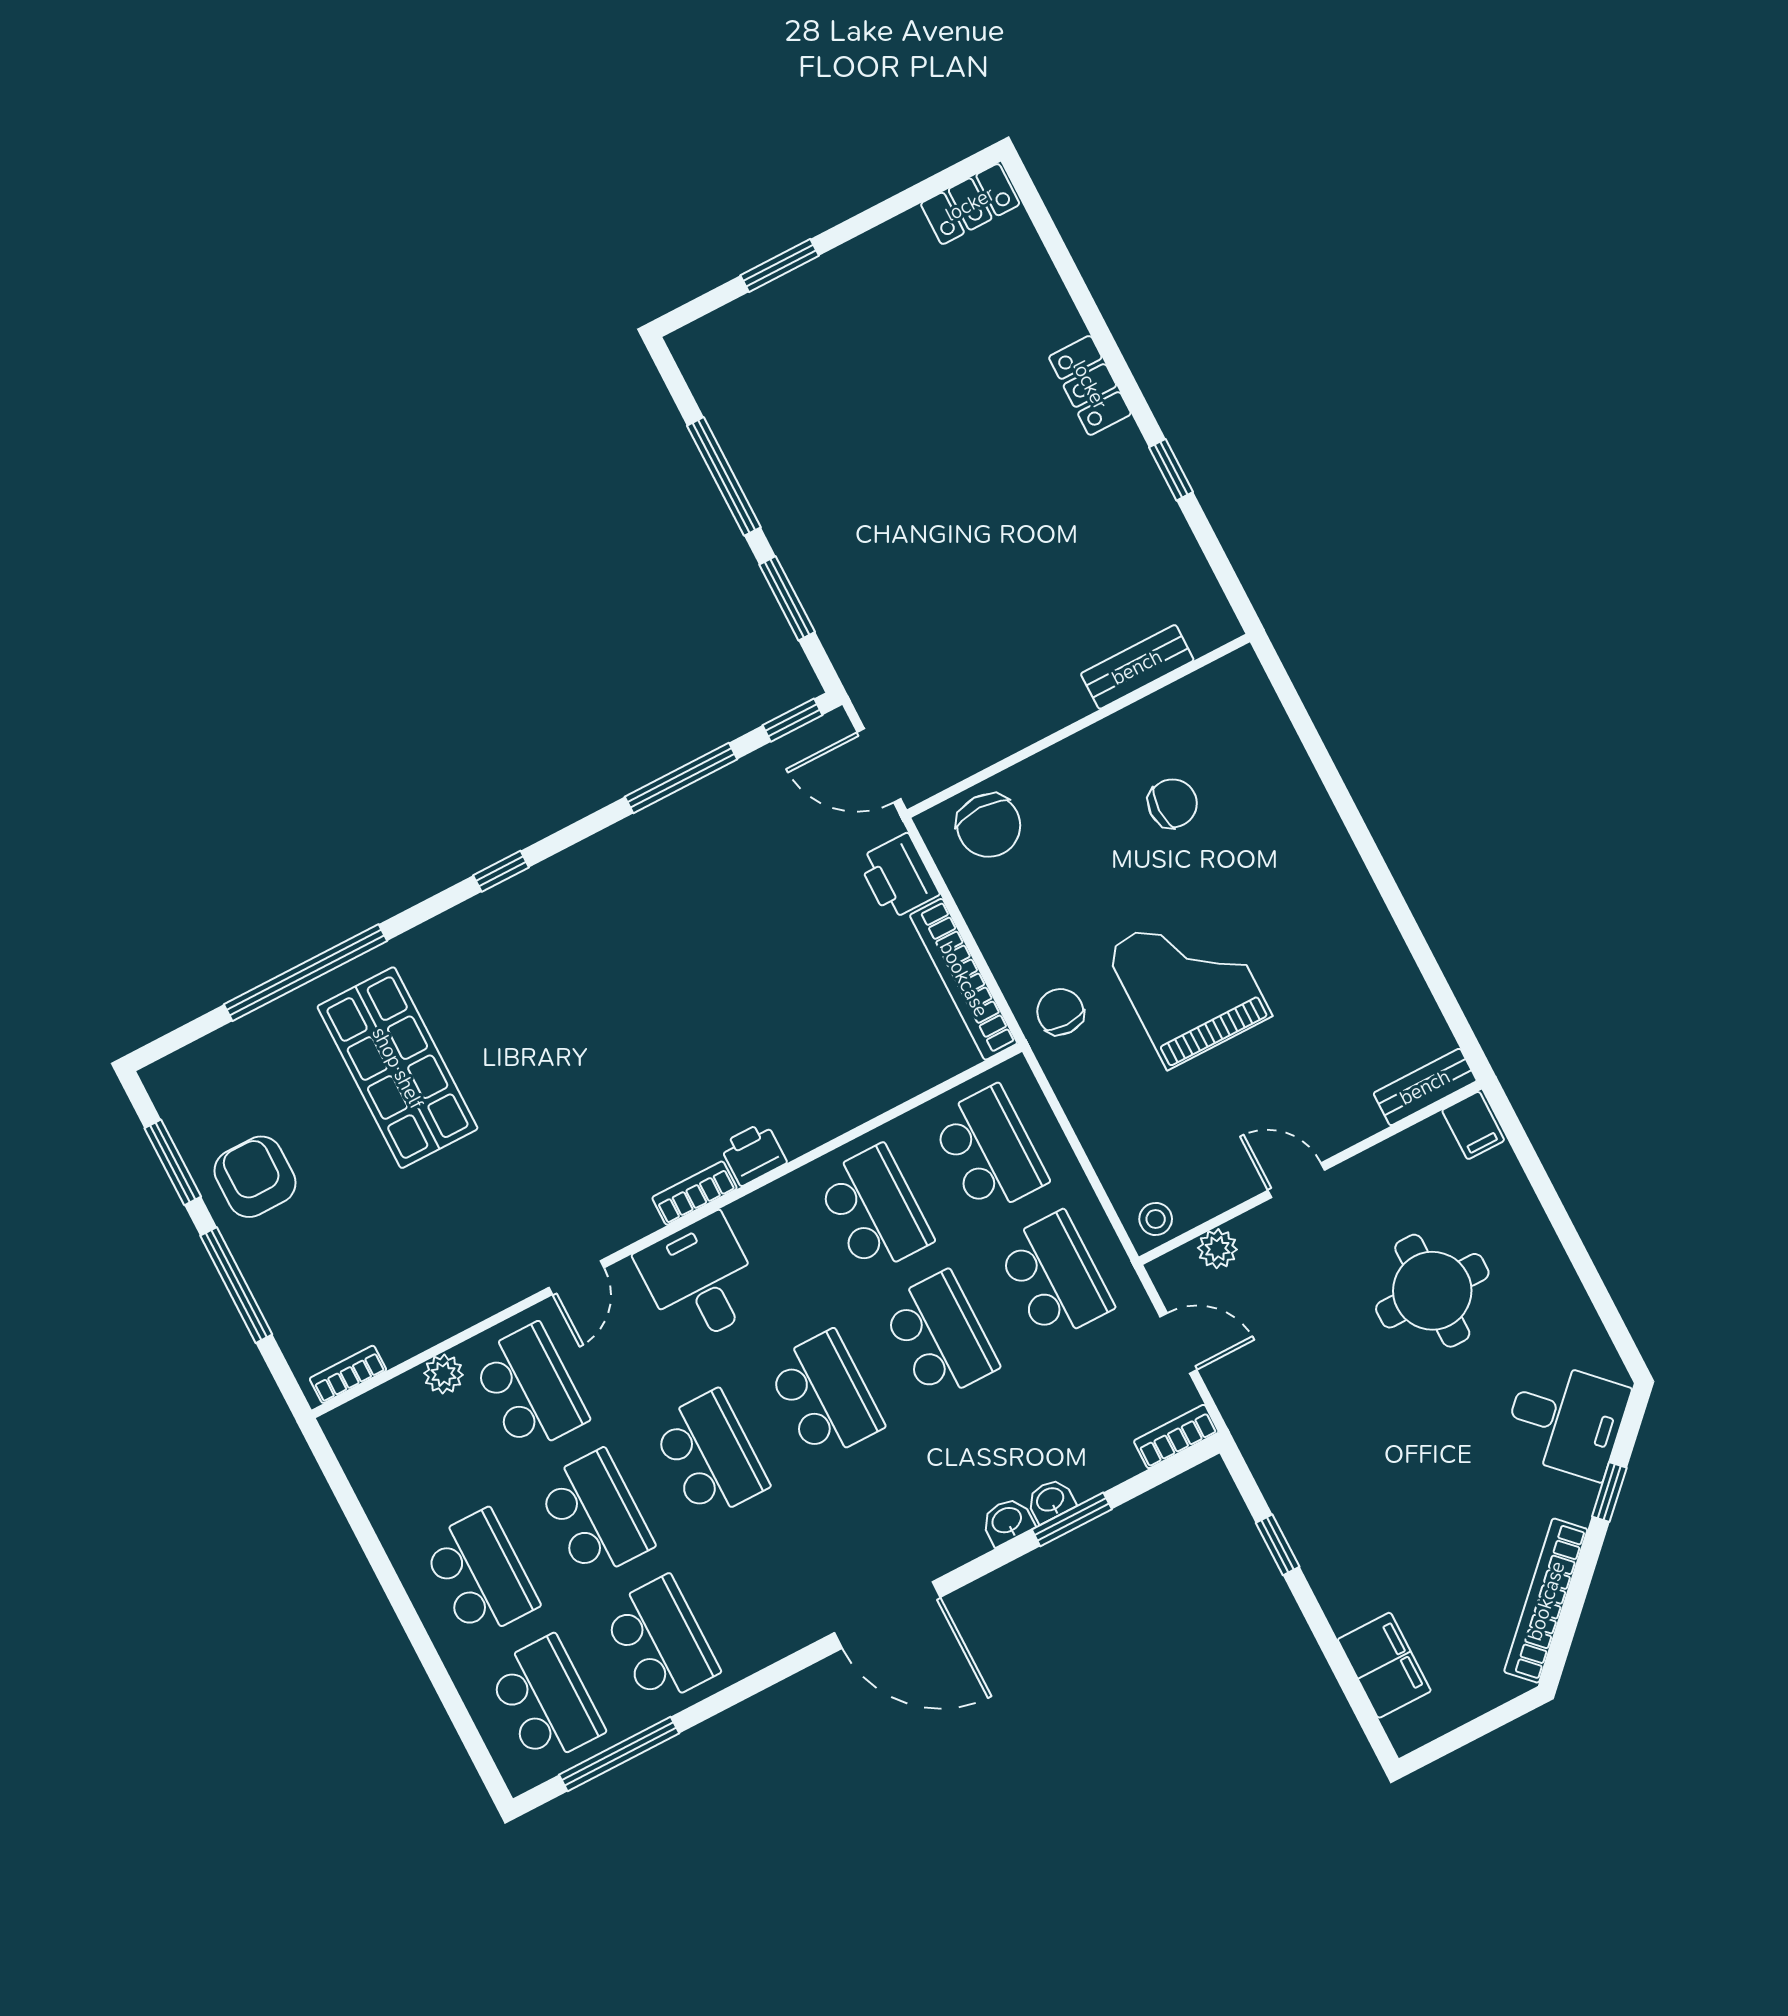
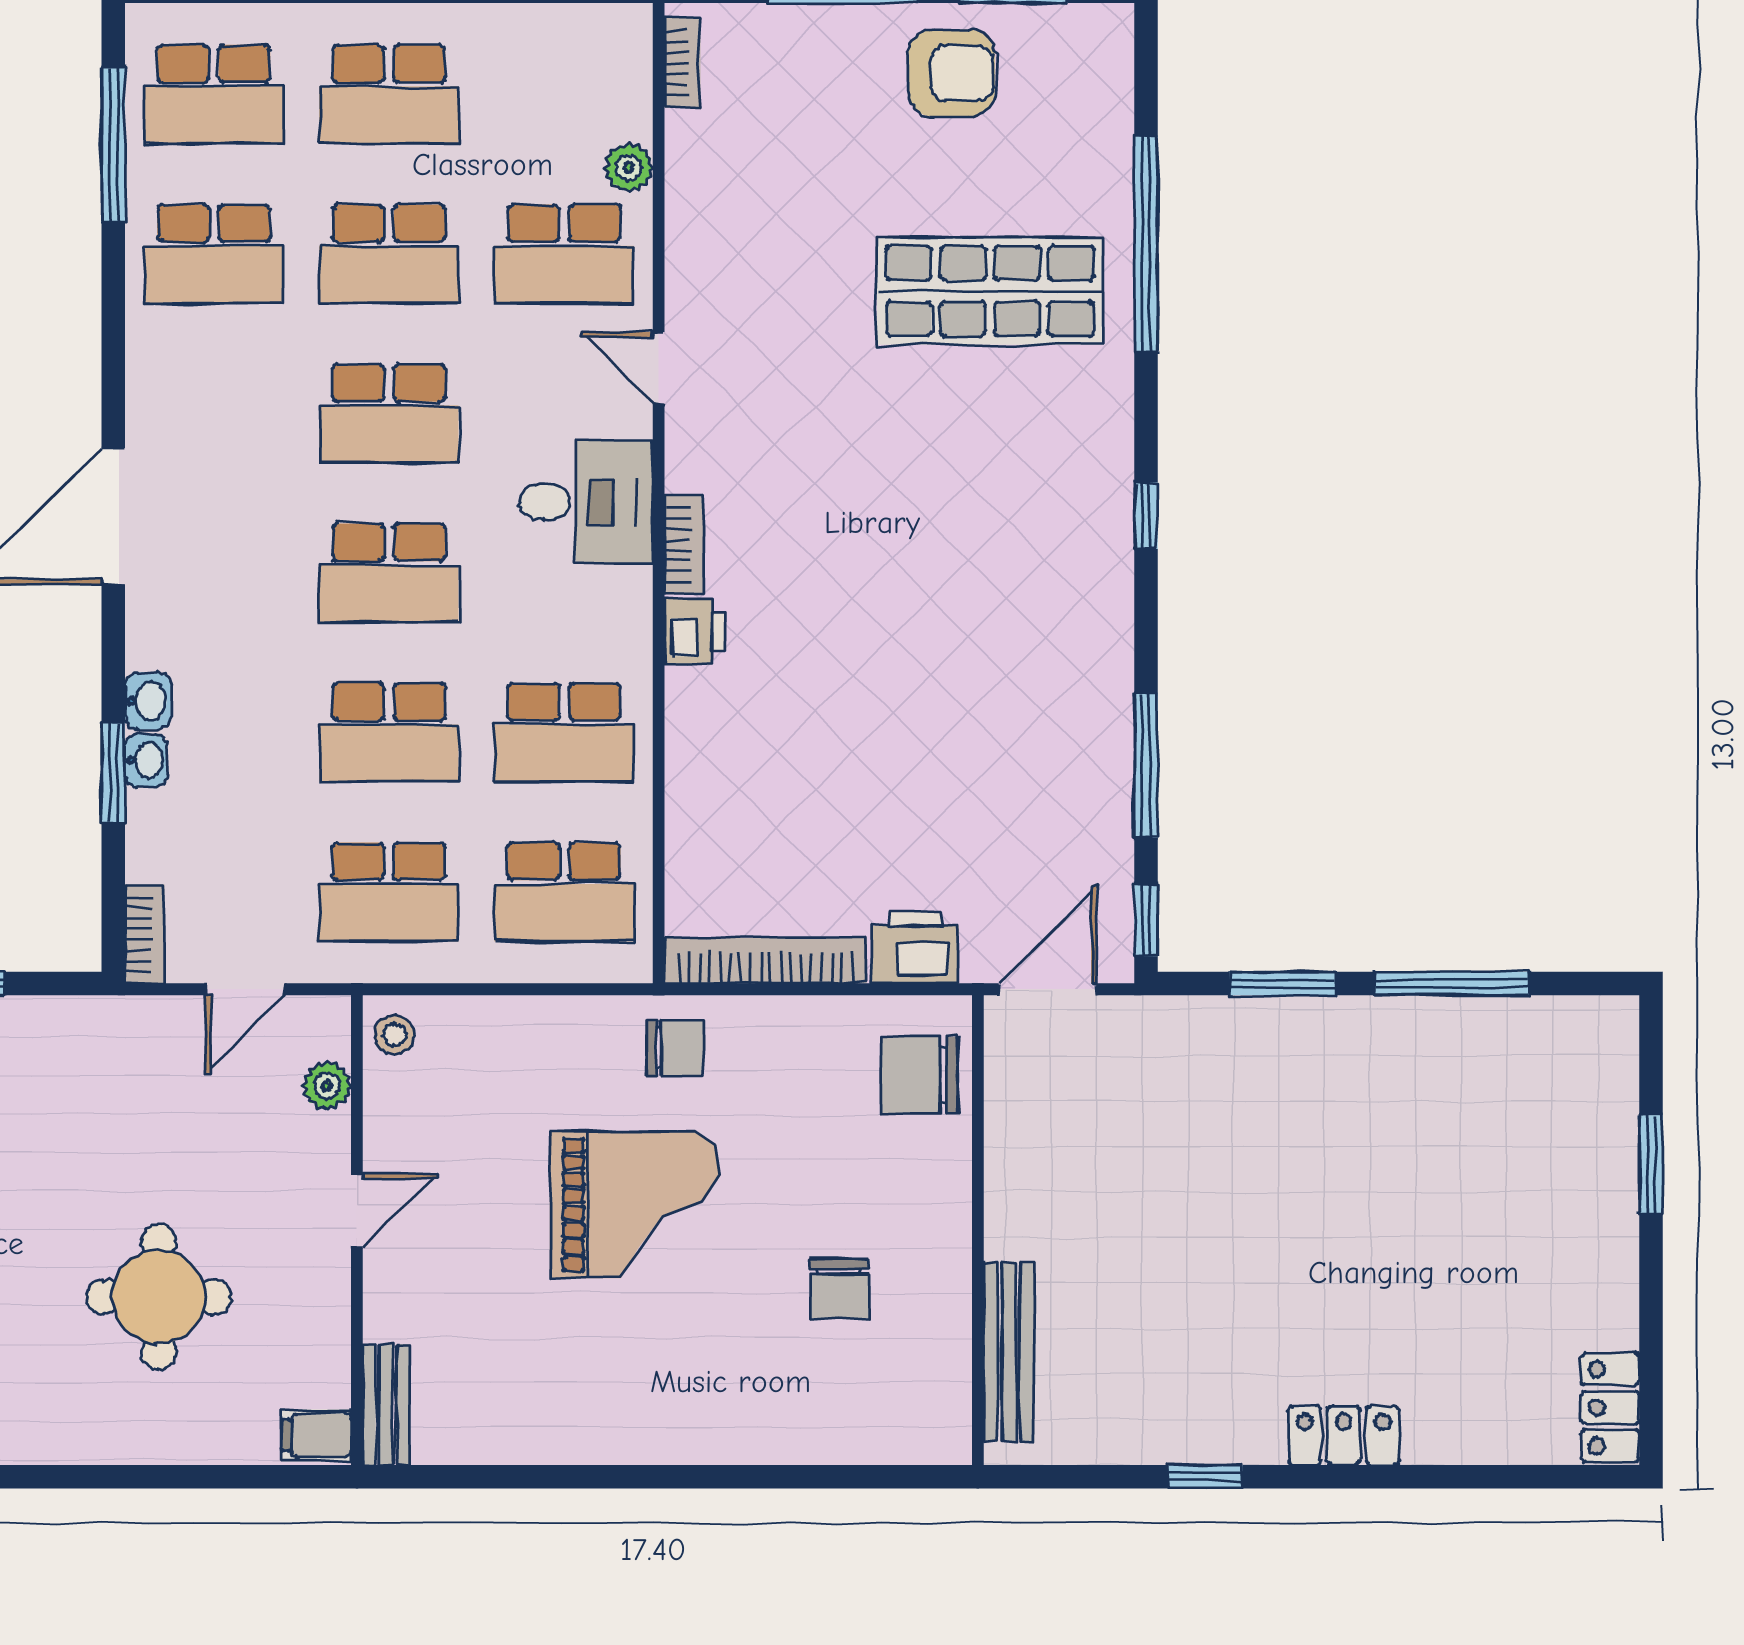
bench: (1137, 667) -> (1009, 1352), width x1.36

